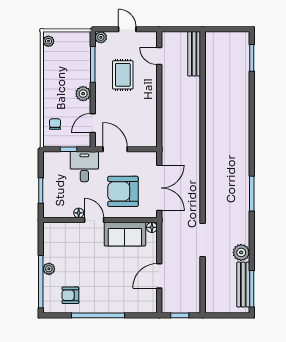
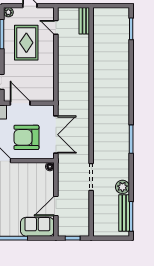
bench: (194, 54) -> (84, 21), width x0.73
rug: (123, 75) -> (26, 43), width x1.36, depth x1.43
sofa: (125, 234) -> (37, 227), moved, turned 180

